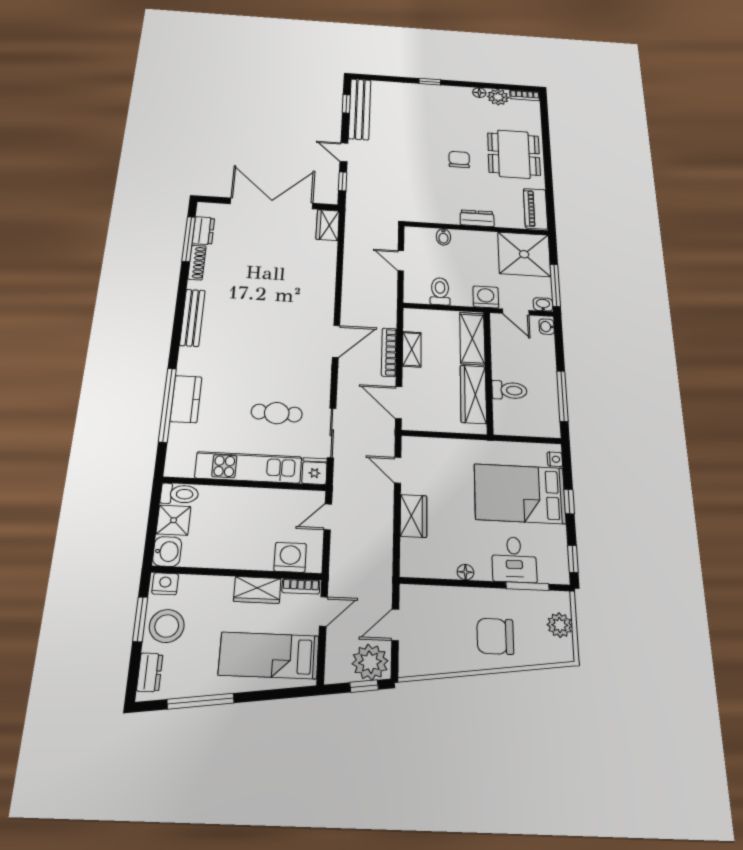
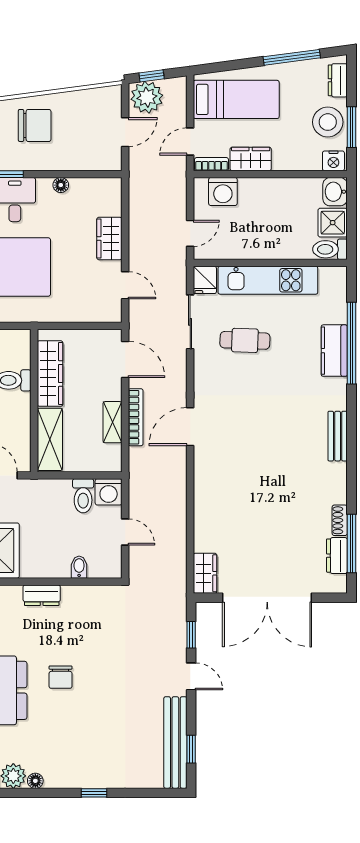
shoe rack: (197, 263) -> (340, 520), width x0.70
washing machine: (486, 297) -> (109, 492), moved
bench: (192, 318) -> (338, 436), width x0.73

